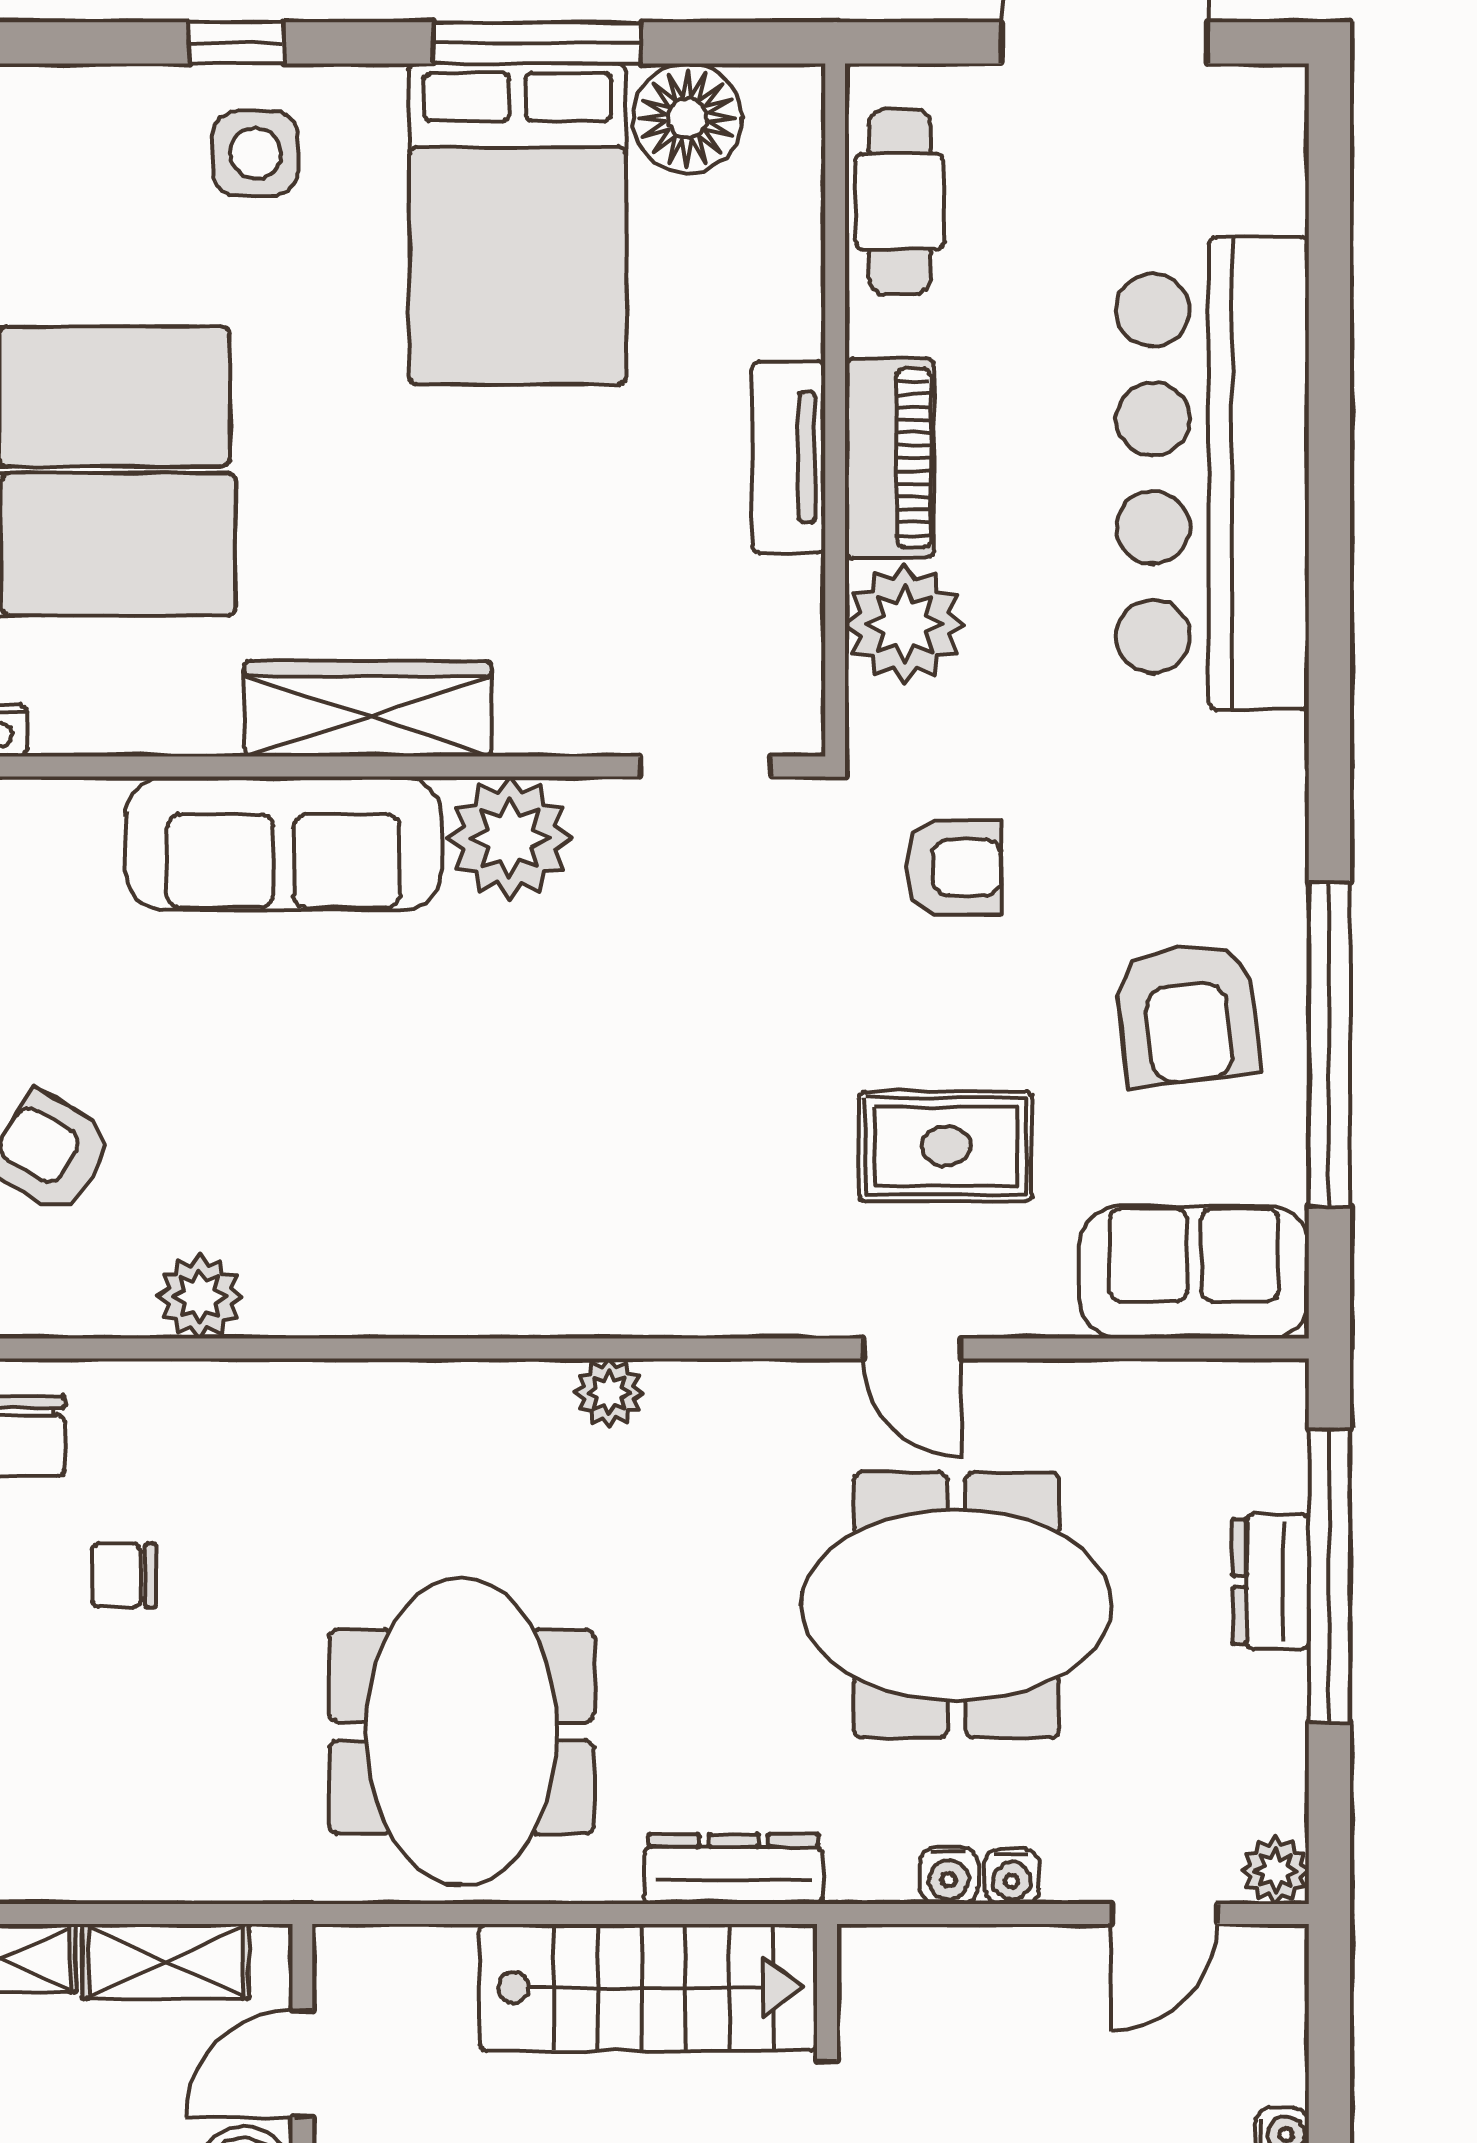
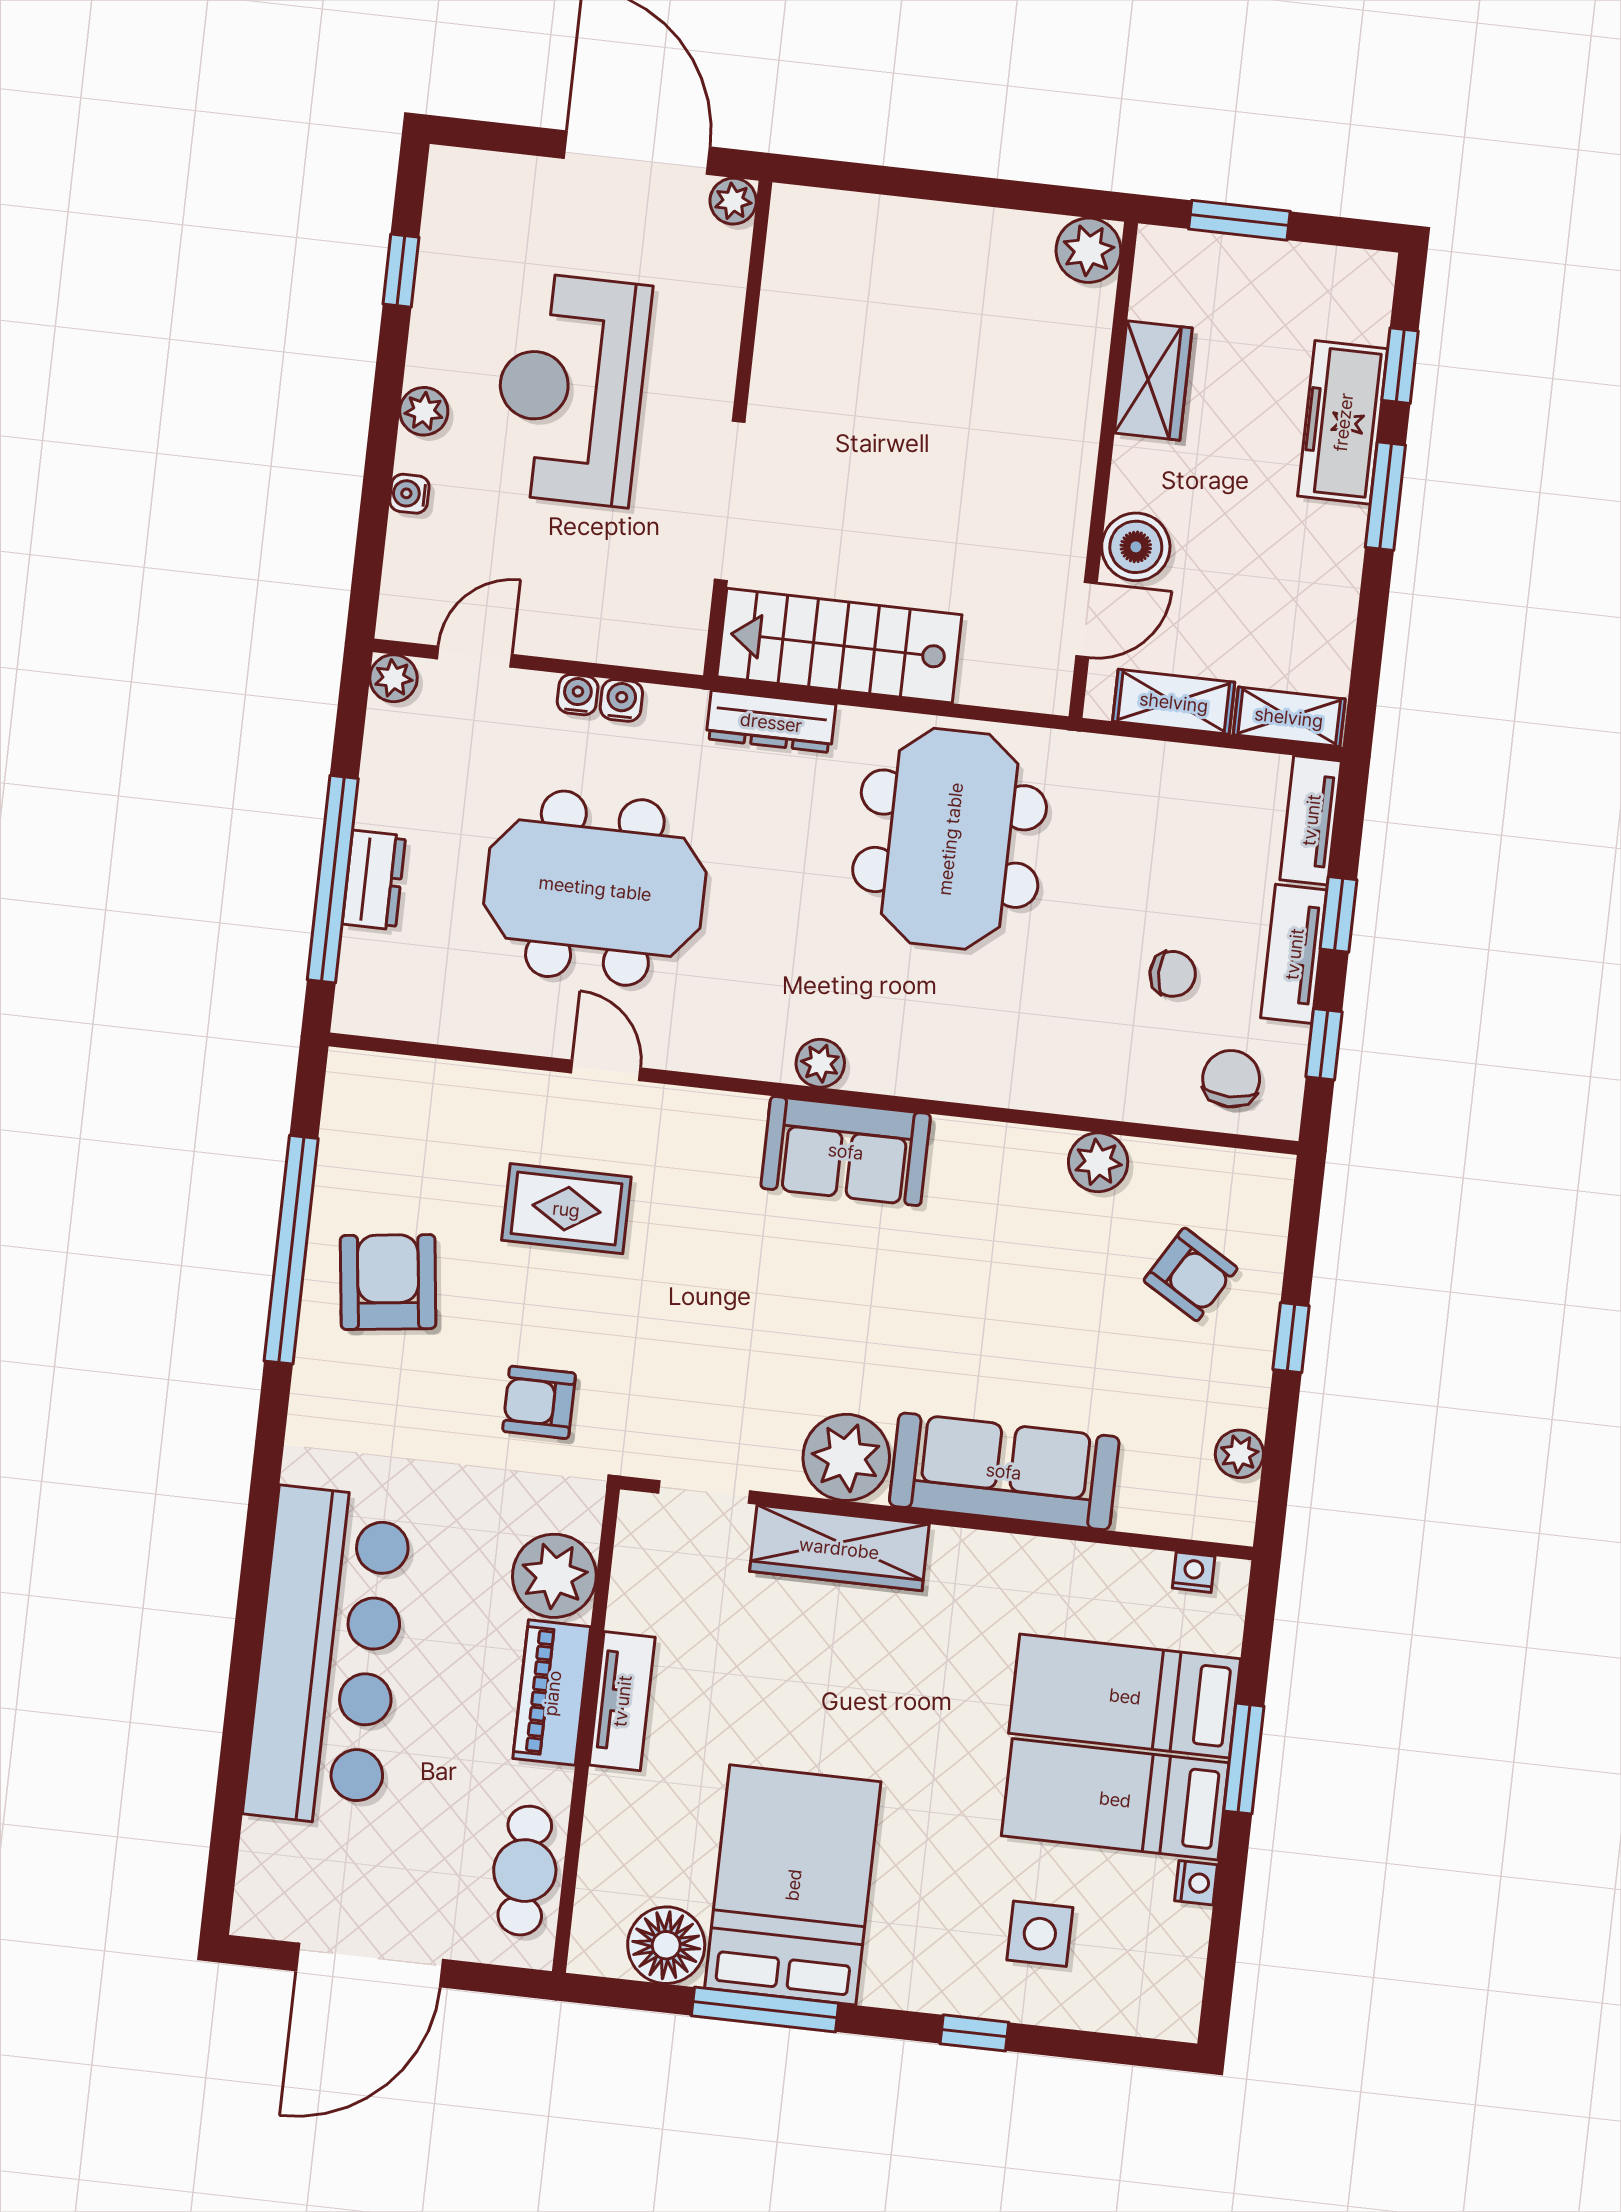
side table: (255, 153) -> (1040, 1934), moved
wardrobe: (368, 709) -> (839, 1548), moved
sofa: (1194, 1272) -> (846, 1151), moved

